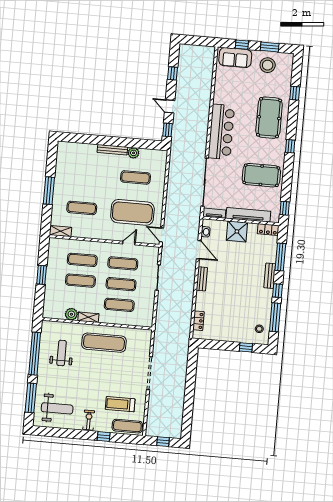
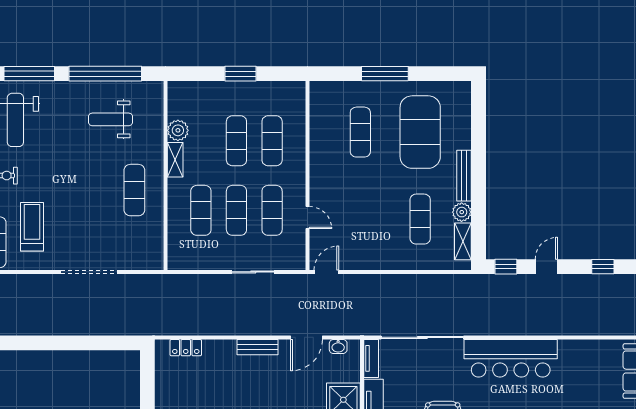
exercise mat: (132, 212) -> (420, 132), moved
shelving: (60, 231) -> (463, 241), moved
exercise mat: (104, 343) -> (134, 190), width x0.73, depth x0.69
weight bench: (62, 353) -> (110, 119), turned 180

